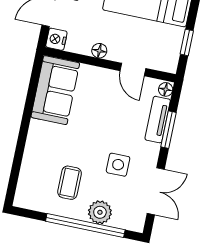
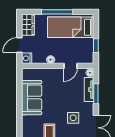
door: (133, 70) -> (70, 66), hinge flipped
sofa: (55, 90) -> (32, 98), moved

